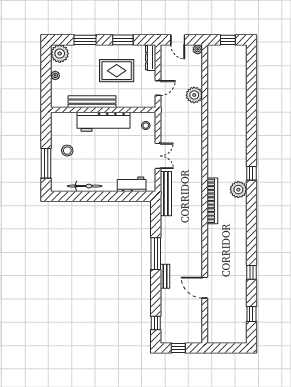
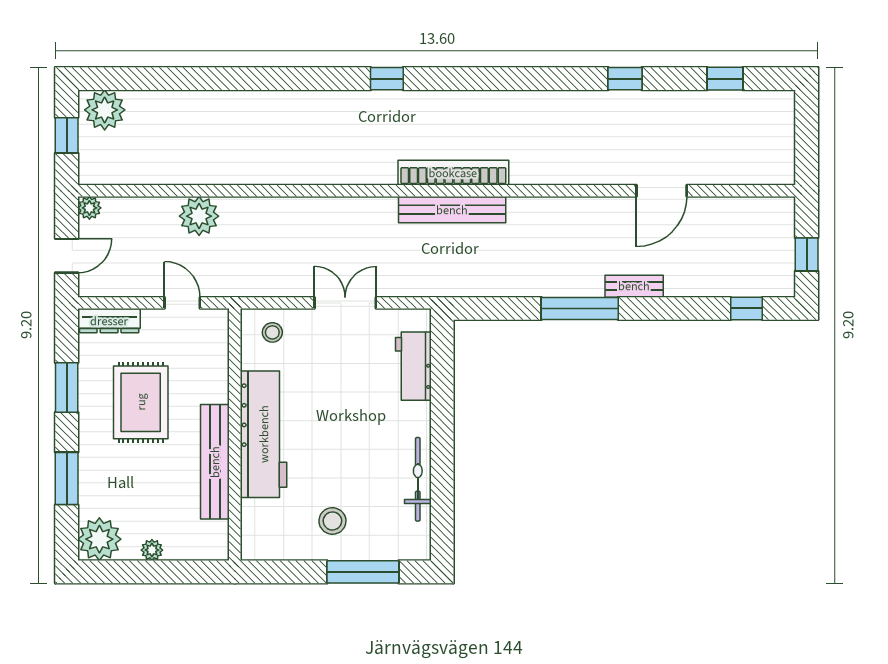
plant: (238, 190) -> (105, 110), moved
bench: (166, 194) -> (452, 210), moved

